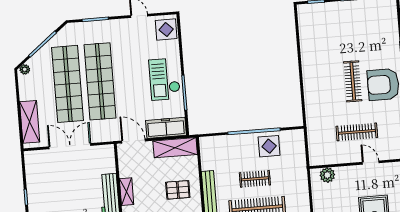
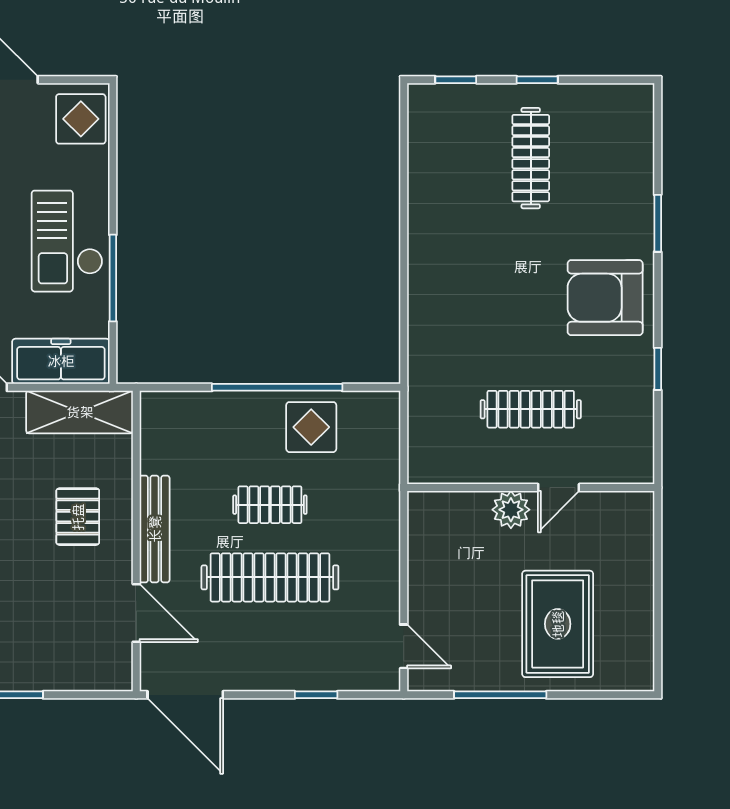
clothes rail: (353, 81) -> (531, 158), moved
door: (371, 163) -> (559, 488), swing flipped
plant: (327, 175) -> (511, 510), moved
pallet: (178, 190) -> (78, 517), turned 90

